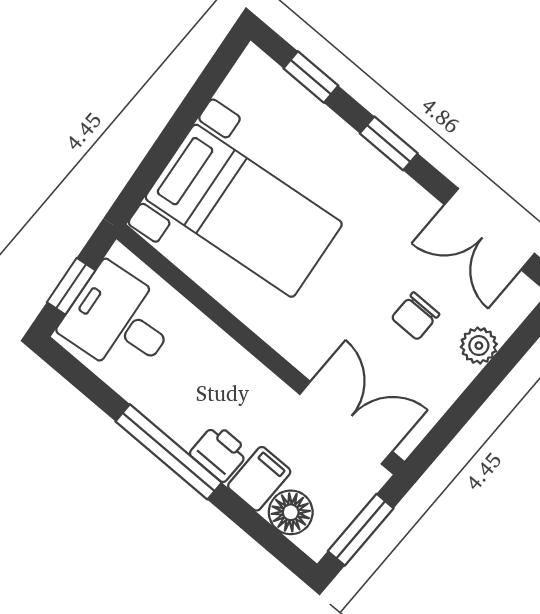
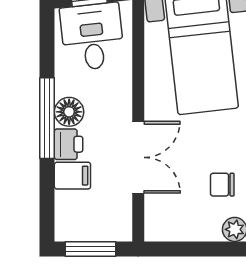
double door: (346, 423) -> (138, 157), moved
floor lamp: (291, 512) -> (69, 112), moved

